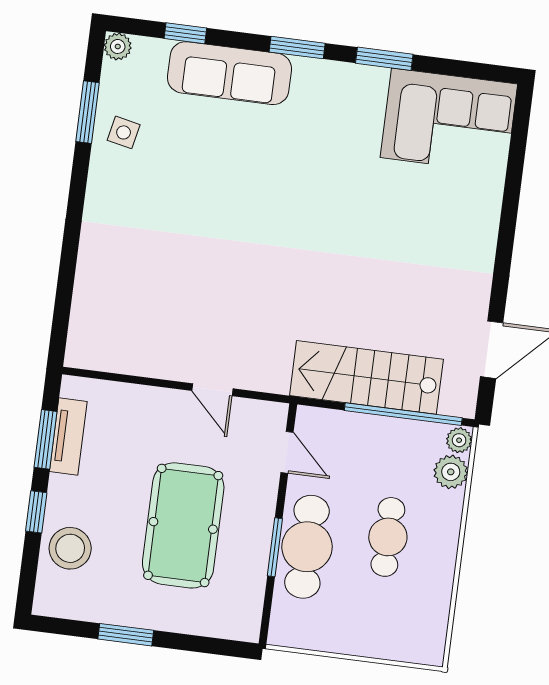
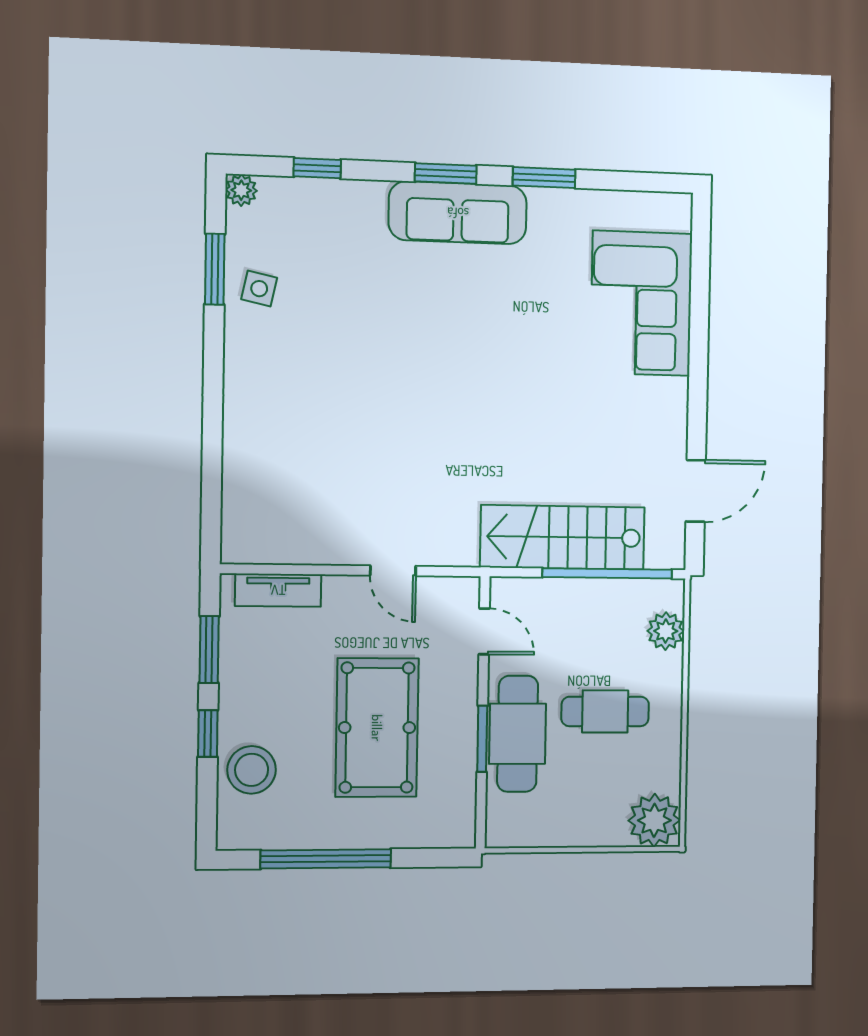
sofa: (229, 73) -> (458, 213), moved
corner sofa: (449, 121) -> (641, 303), moved, turned 90
tv unit: (68, 436) -> (278, 590), moved, turned 90
plant: (459, 440) -> (654, 820), moved, width x1.87, depth x1.87
cafe table: (388, 537) -> (605, 711), turned 90
window: (126, 635) -> (326, 859), width x2.11

